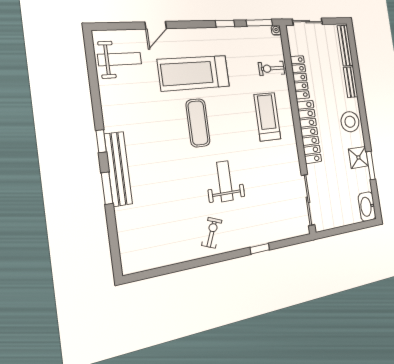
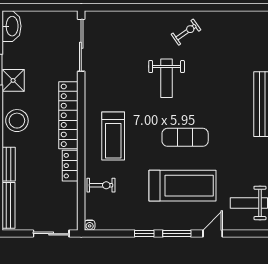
window: (259, 23) -> (177, 234), moved
locker: (300, 77) -> (70, 166), width x0.66
exercise mat: (198, 123) -> (185, 137), turned 90
exercise bike: (212, 233) -> (186, 32), turned -147
window: (260, 249) -> (141, 7), removed

